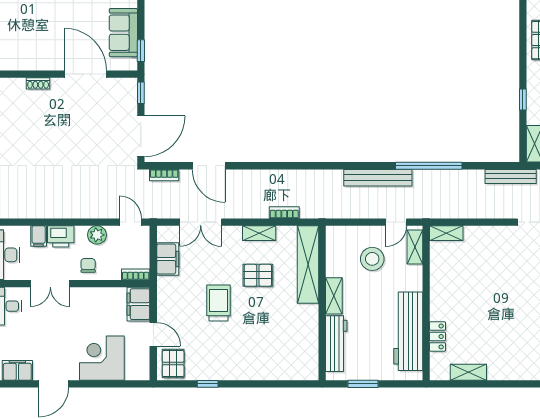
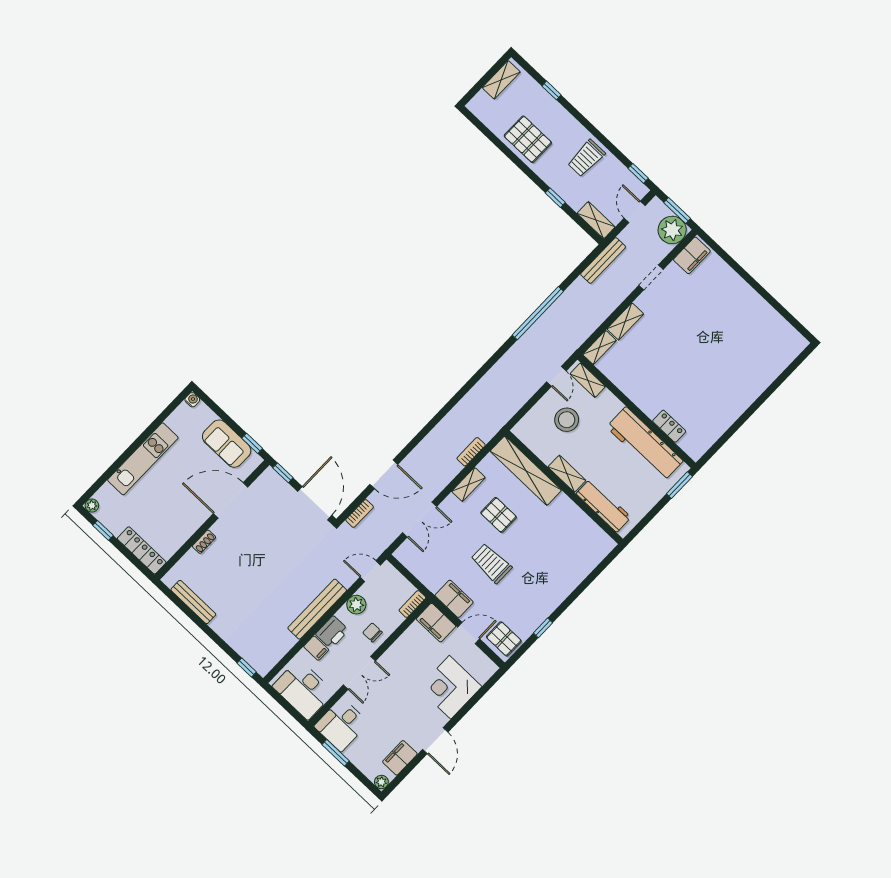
bench: (378, 178) -> (317, 609), moved
filing cabinet: (168, 259) -> (454, 599), moved
pallet: (258, 275) -> (499, 515), turned 90
shelving: (468, 372) -> (625, 321), moved
window: (363, 384) -> (679, 485), moved

